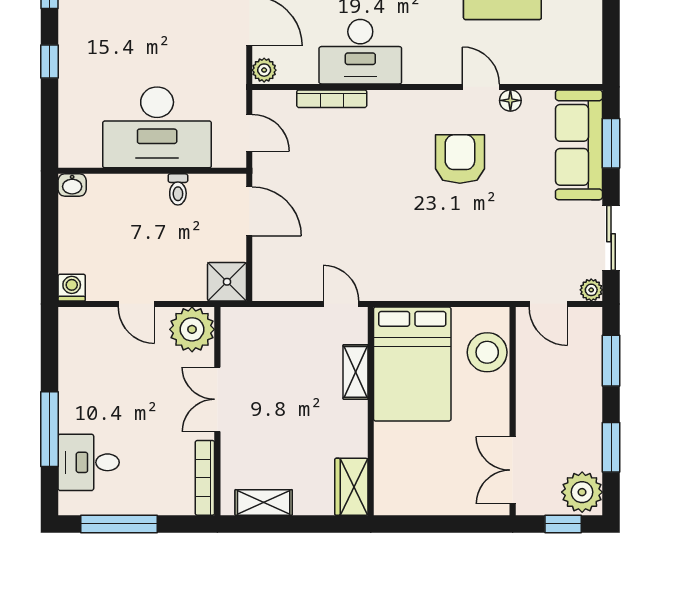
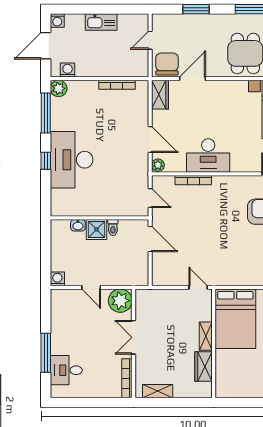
desk: (157, 127) -> (72, 160), moved, turned 90
washbasin: (72, 185) -> (78, 225), moved
shower: (227, 282) -> (97, 229), moved
shelving: (356, 372) -> (206, 336), moved
wardrobe: (351, 487) -> (204, 367), moved
window: (119, 524) -> (82, 402), removed

